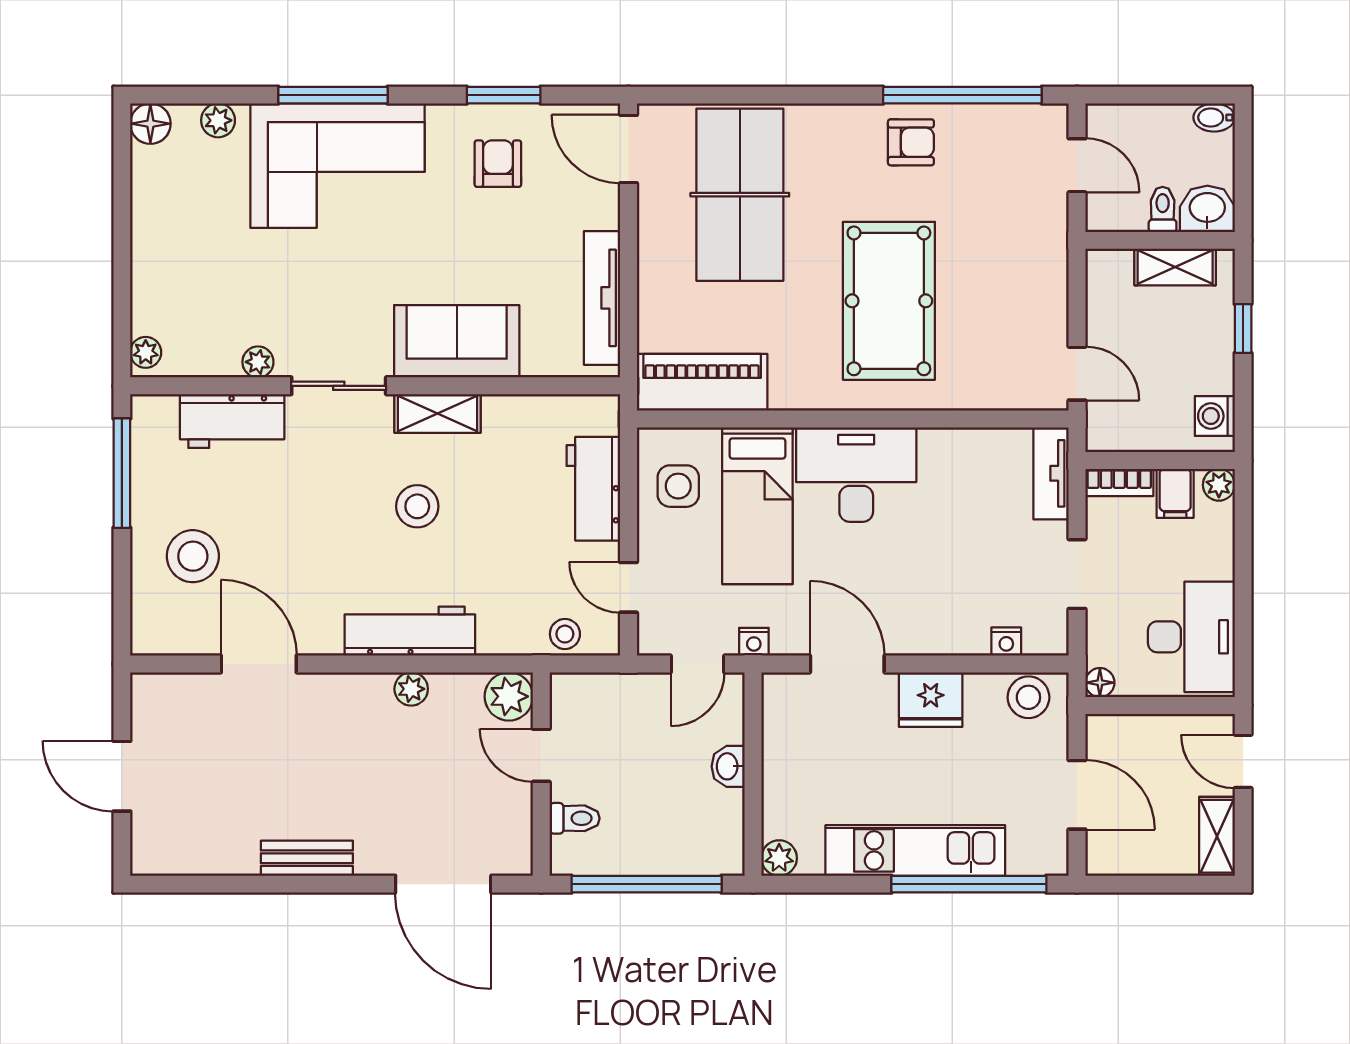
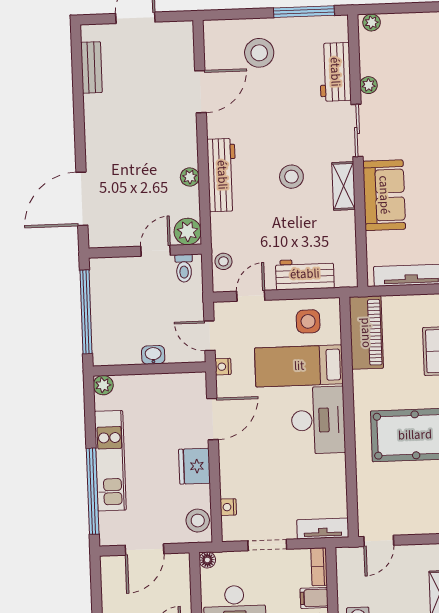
toilet: (575, 818) -> (184, 268), moved
bench: (307, 858) -> (91, 67), moved

